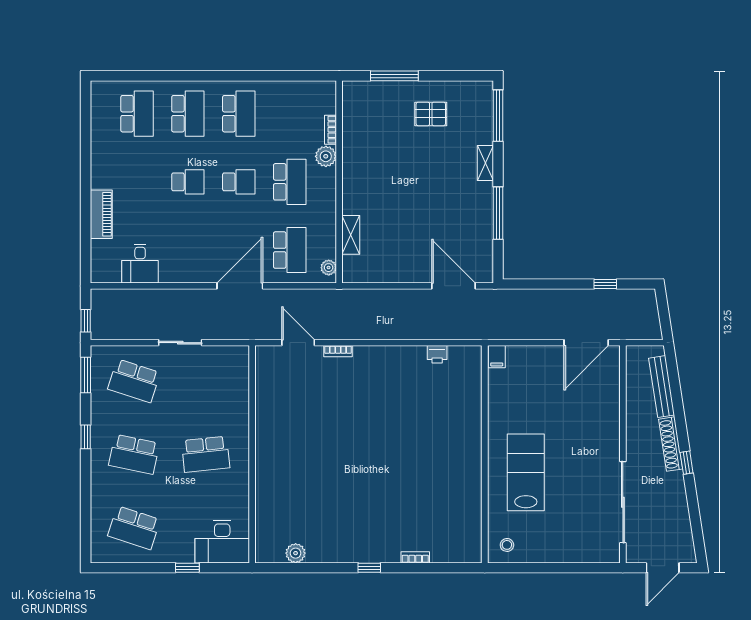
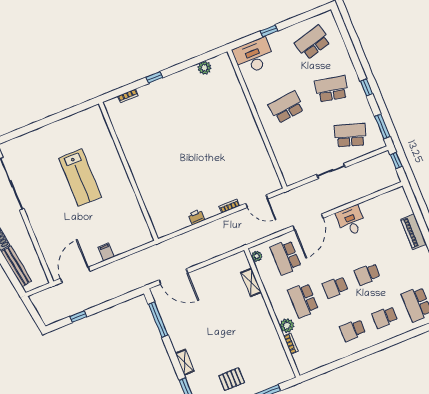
school desk: (188, 114) -> (385, 317), width x0.54
school desk: (239, 114) -> (353, 330), width x0.54
window: (498, 213) -> (158, 320), moved
desk: (140, 264) -> (351, 221), moved
printer: (437, 354) -> (196, 217), moved
filing cabinet: (497, 357) -> (106, 252), moved
wall: (485, 454) -> (128, 171), moved
school desk: (134, 528) -> (313, 43), turned -33
stool: (507, 545) -> (73, 127), removed

